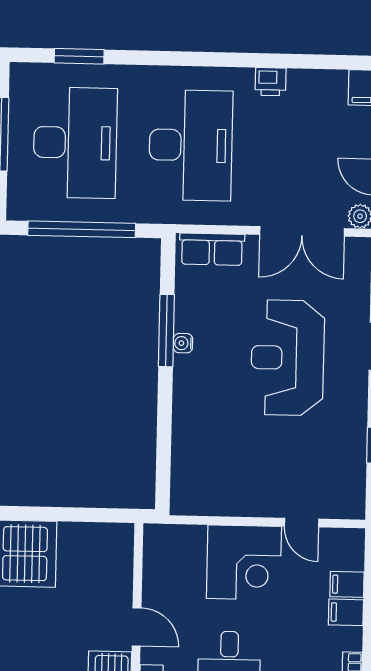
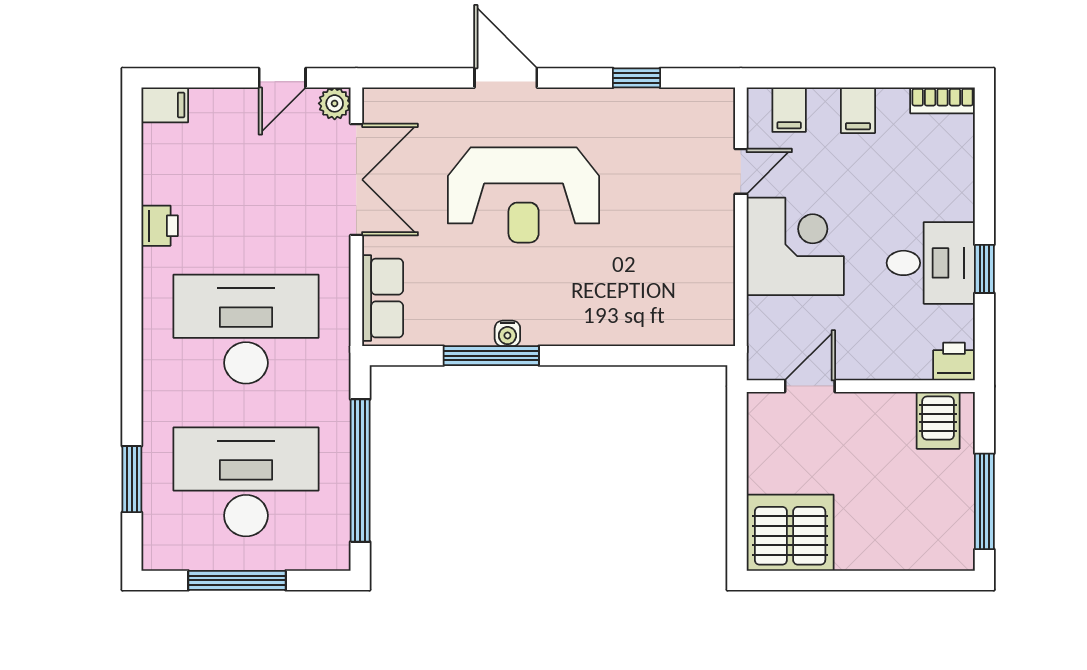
filing cabinet: (347, 584) -> (789, 110), moved
door: (137, 627) -> (810, 386), moved

